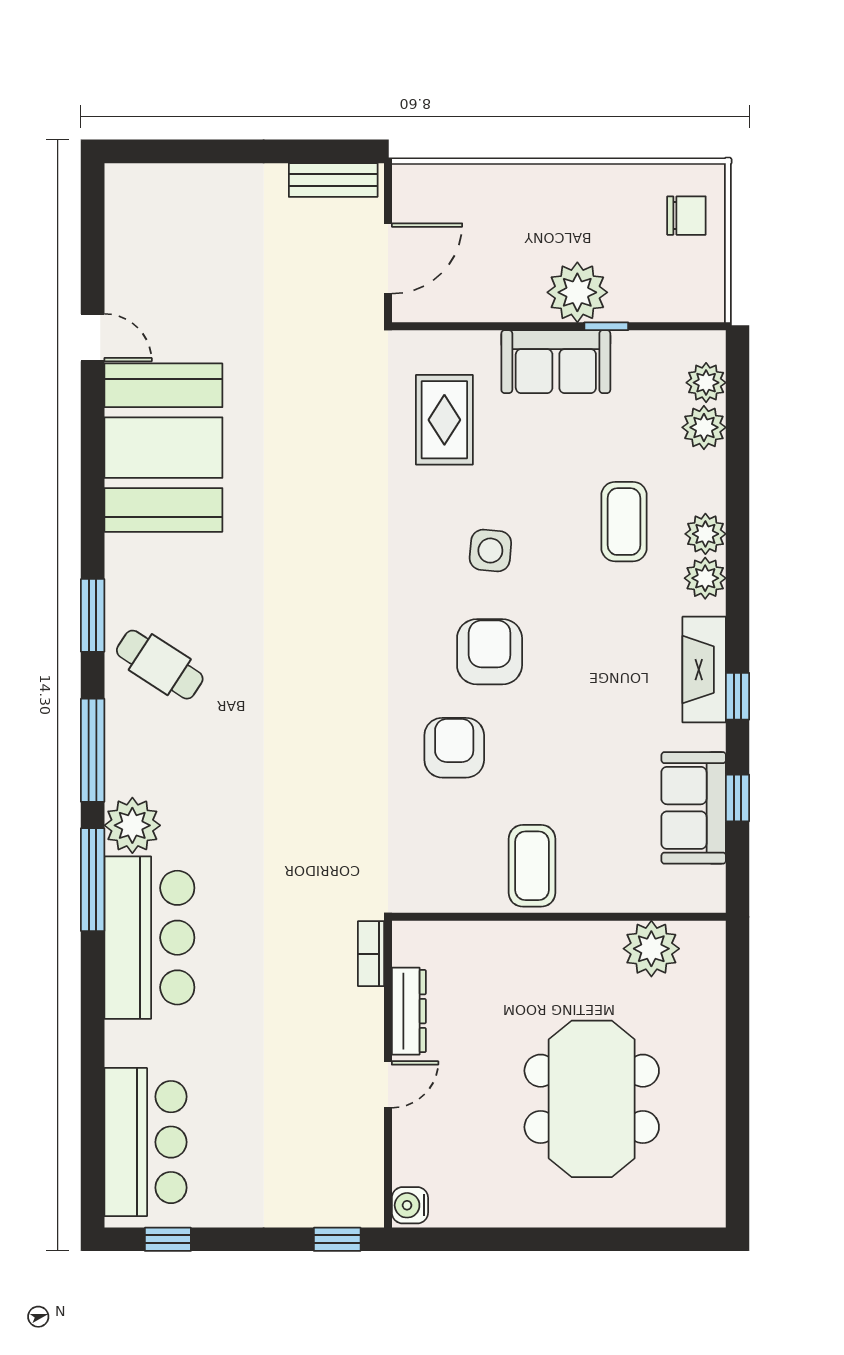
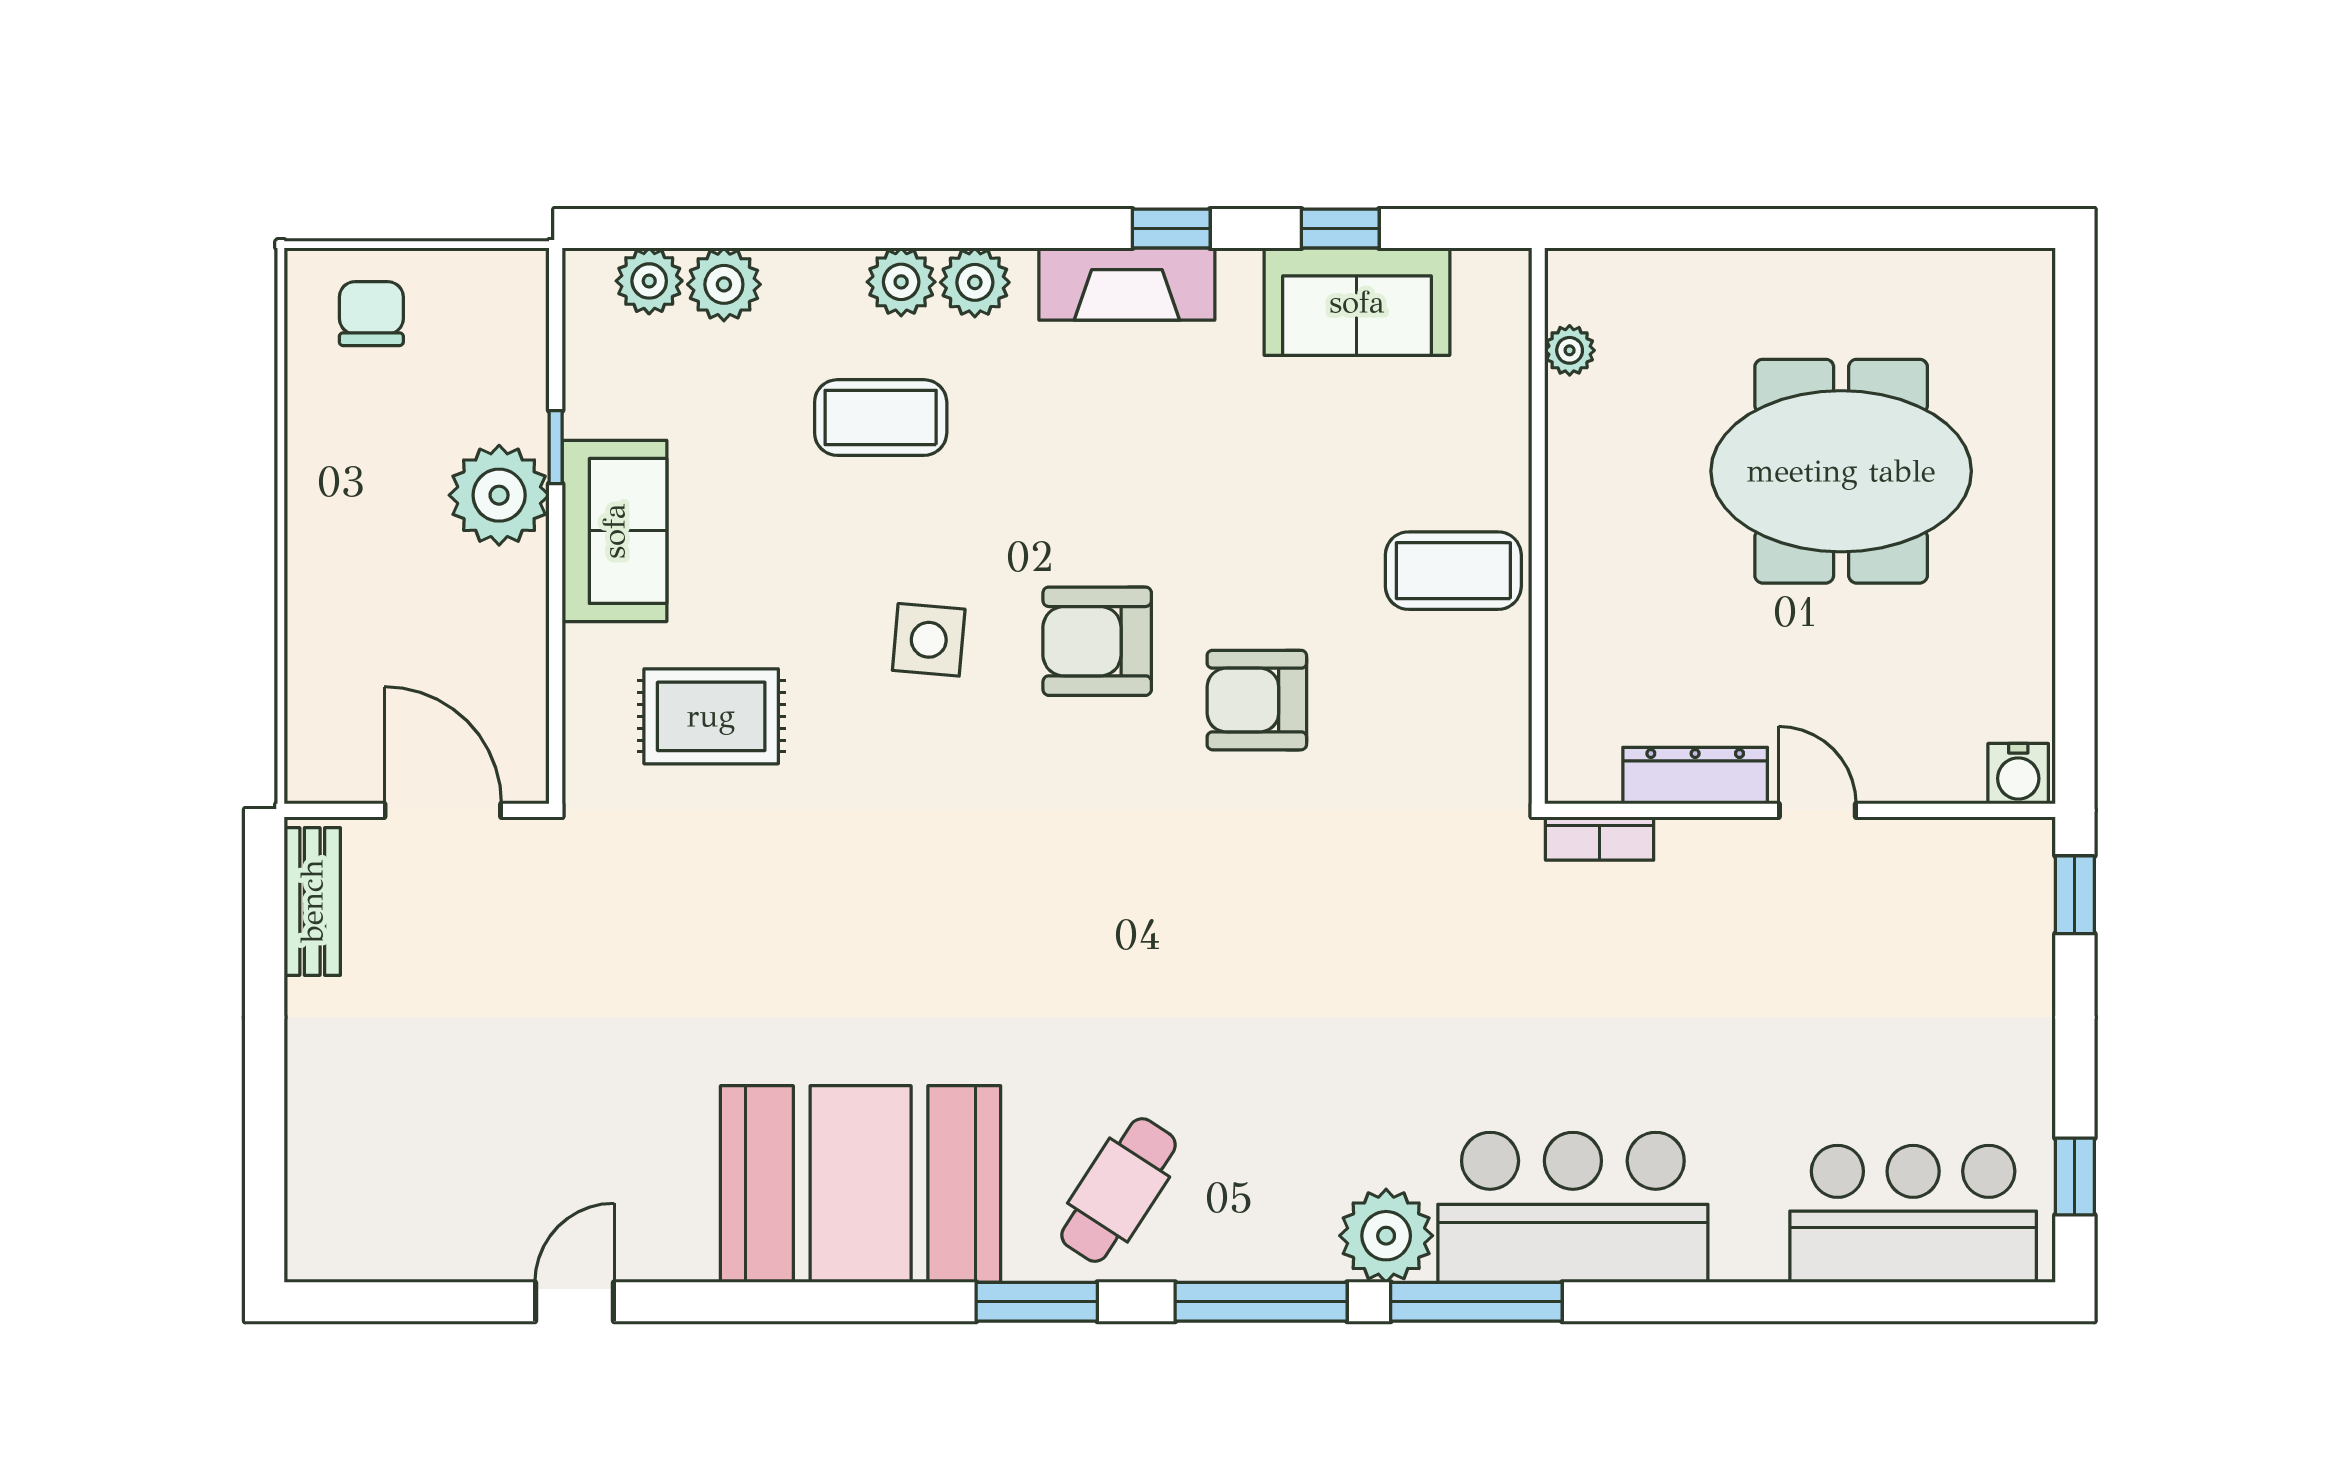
booth: (163, 448) -> (861, 1184), moved
plant: (651, 949) -> (1570, 350), width x0.53, depth x0.53

